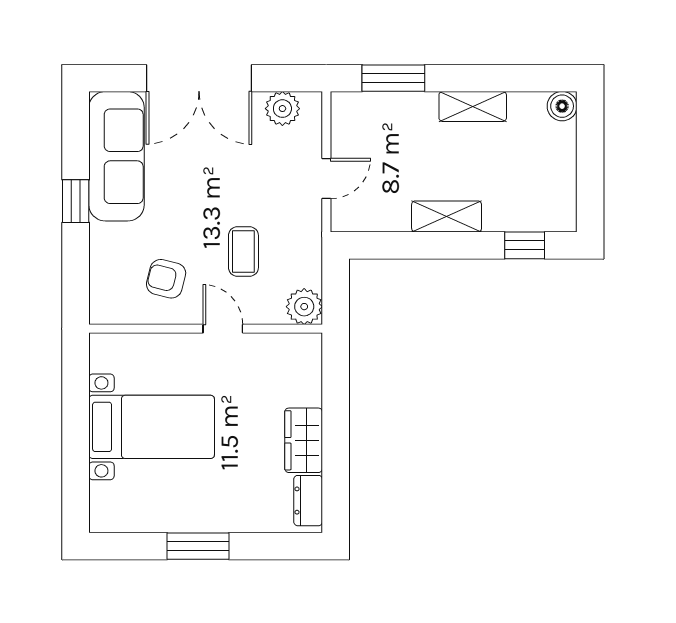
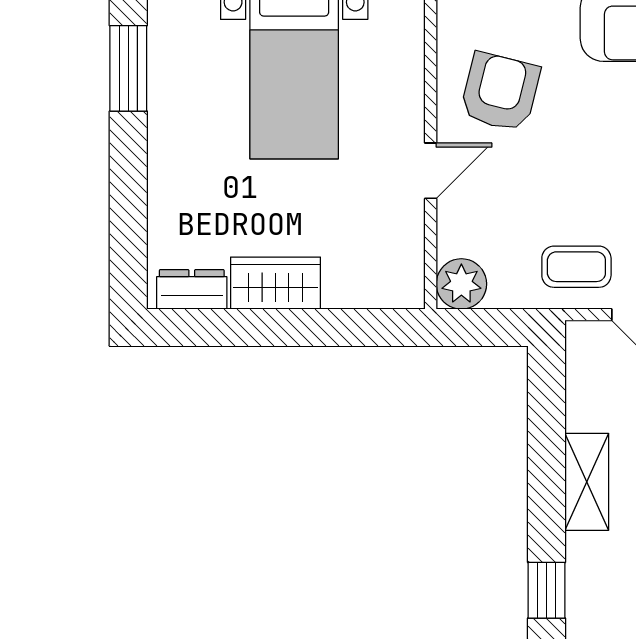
coffee table: (243, 251) -> (576, 267), moved
armchair: (166, 279) -> (500, 92), width x1.38, depth x1.38
window: (198, 546) -> (128, 68), moved

